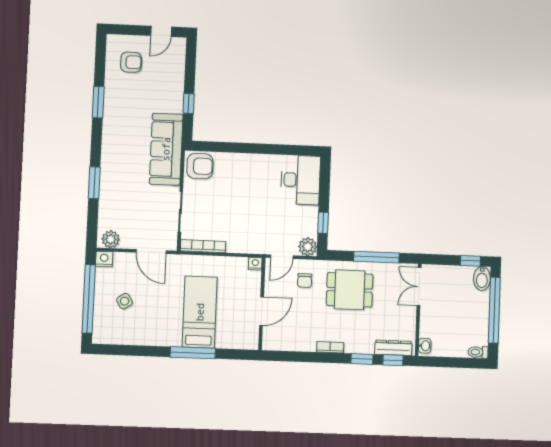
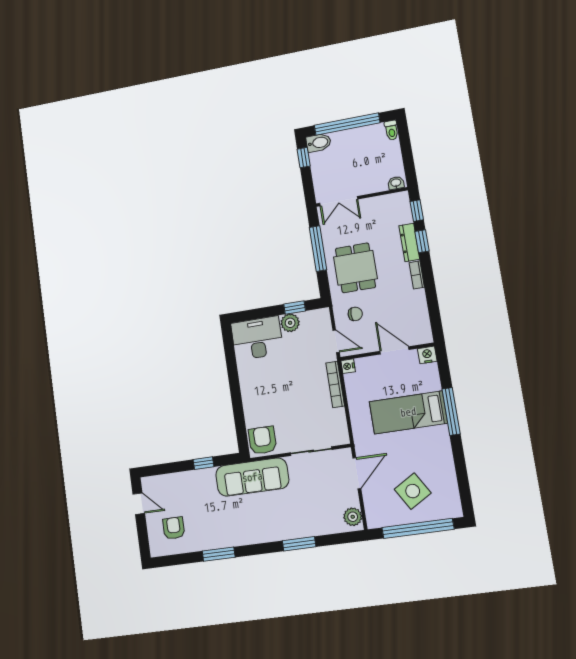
bookcase: (203, 246) -> (335, 385), moved
plant: (308, 247) -> (290, 323), moved
nightstand: (104, 259) -> (427, 355), moved, turned 90
side table: (125, 301) -> (413, 491), width x1.87, depth x1.87
dresser: (393, 348) -> (409, 242), moved

